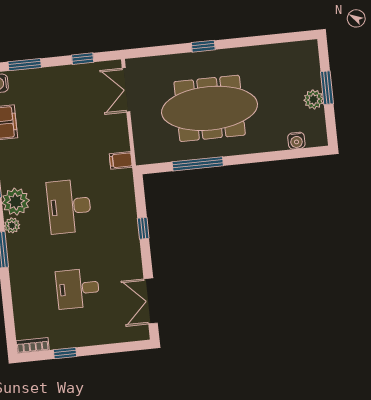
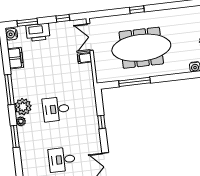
printer: (42, 81) -> (38, 32), added
filing cabinet: (121, 160) -> (85, 58), moved
desk: (69, 206) -> (56, 109), width x0.73

